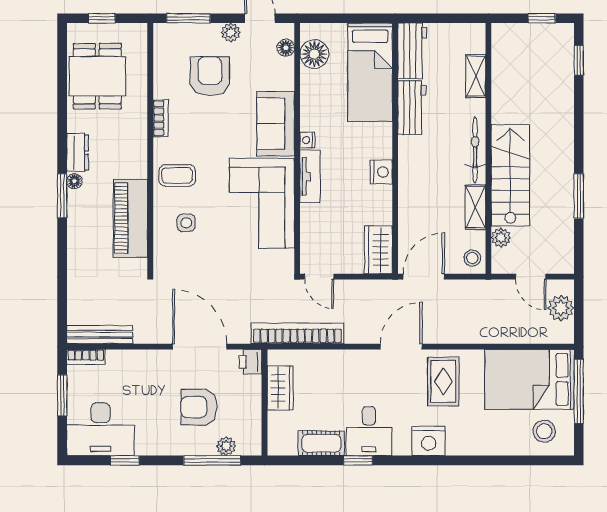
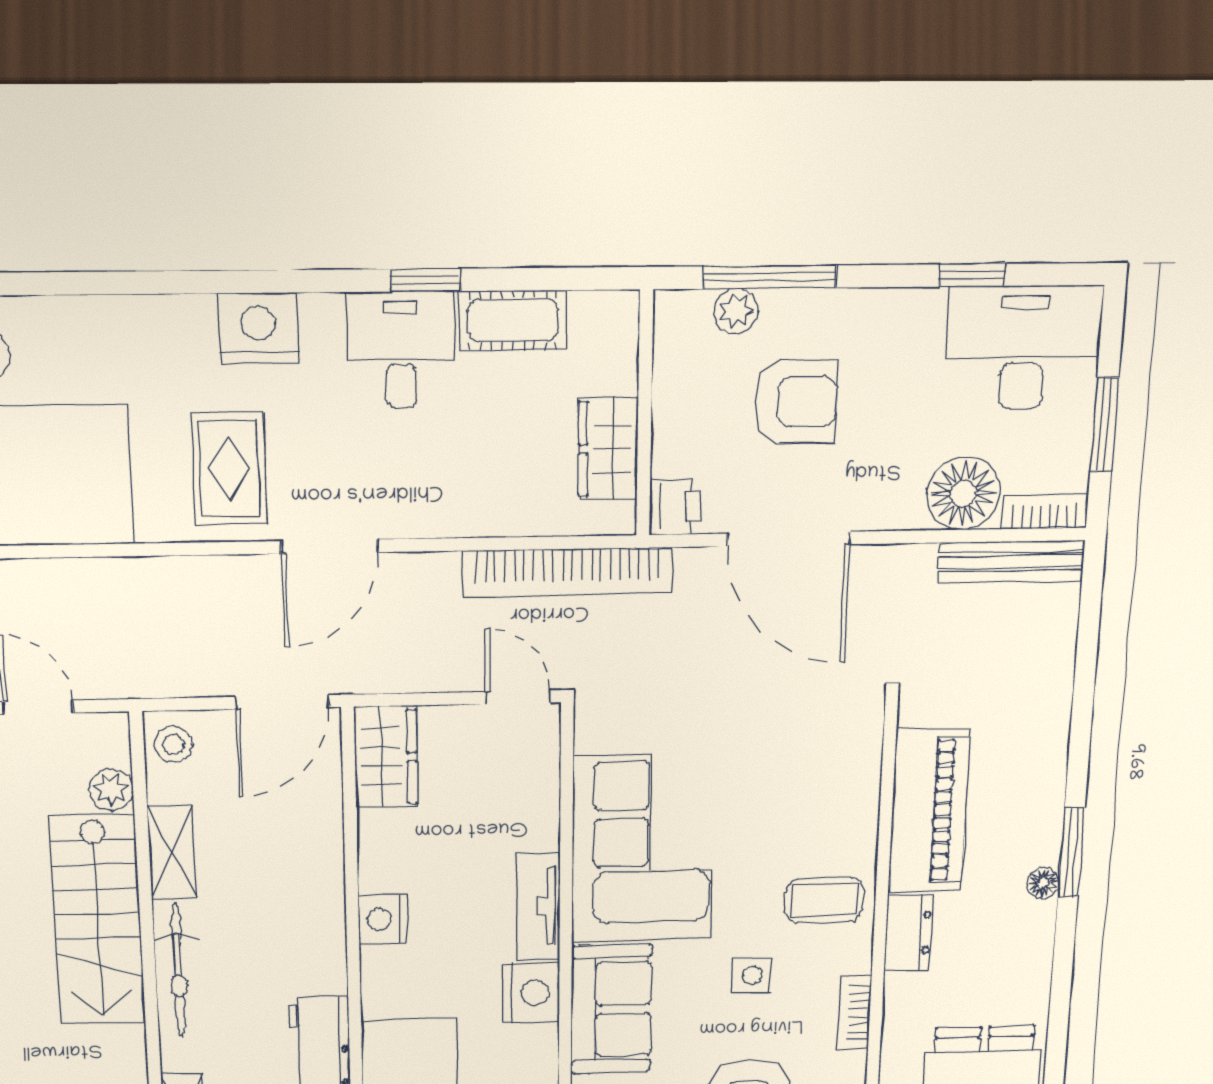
nightstand: (307, 140) -> (531, 993), width x1.89, depth x1.79
dresser: (78, 152) -> (909, 933), moved, turned 180
side table: (186, 223) -> (752, 975), moved
floor lamp: (123, 366) -> (963, 493), added

